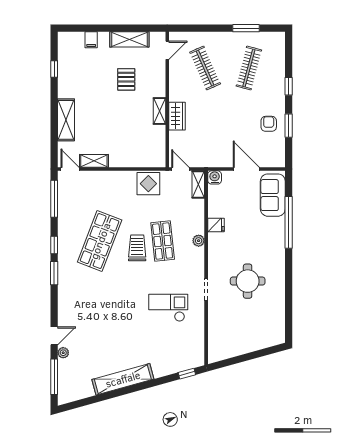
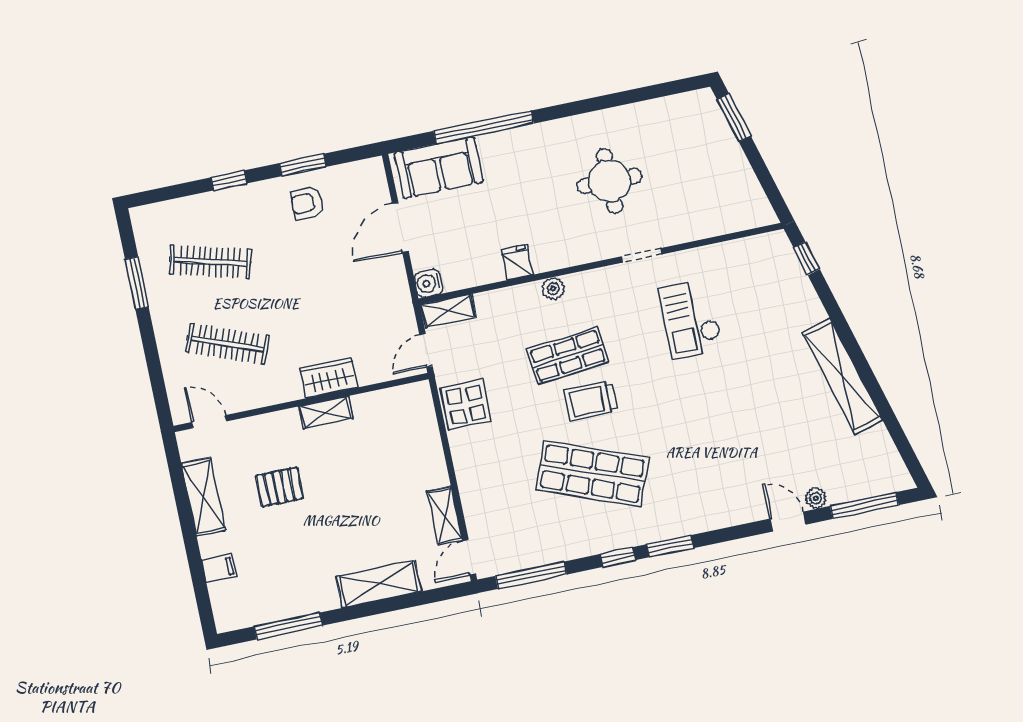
clothes rail: (205, 68) -> (227, 344), turned 45
window: (54, 69) -> (288, 626), width x2.17
window: (267, 351) -> (734, 118), added

